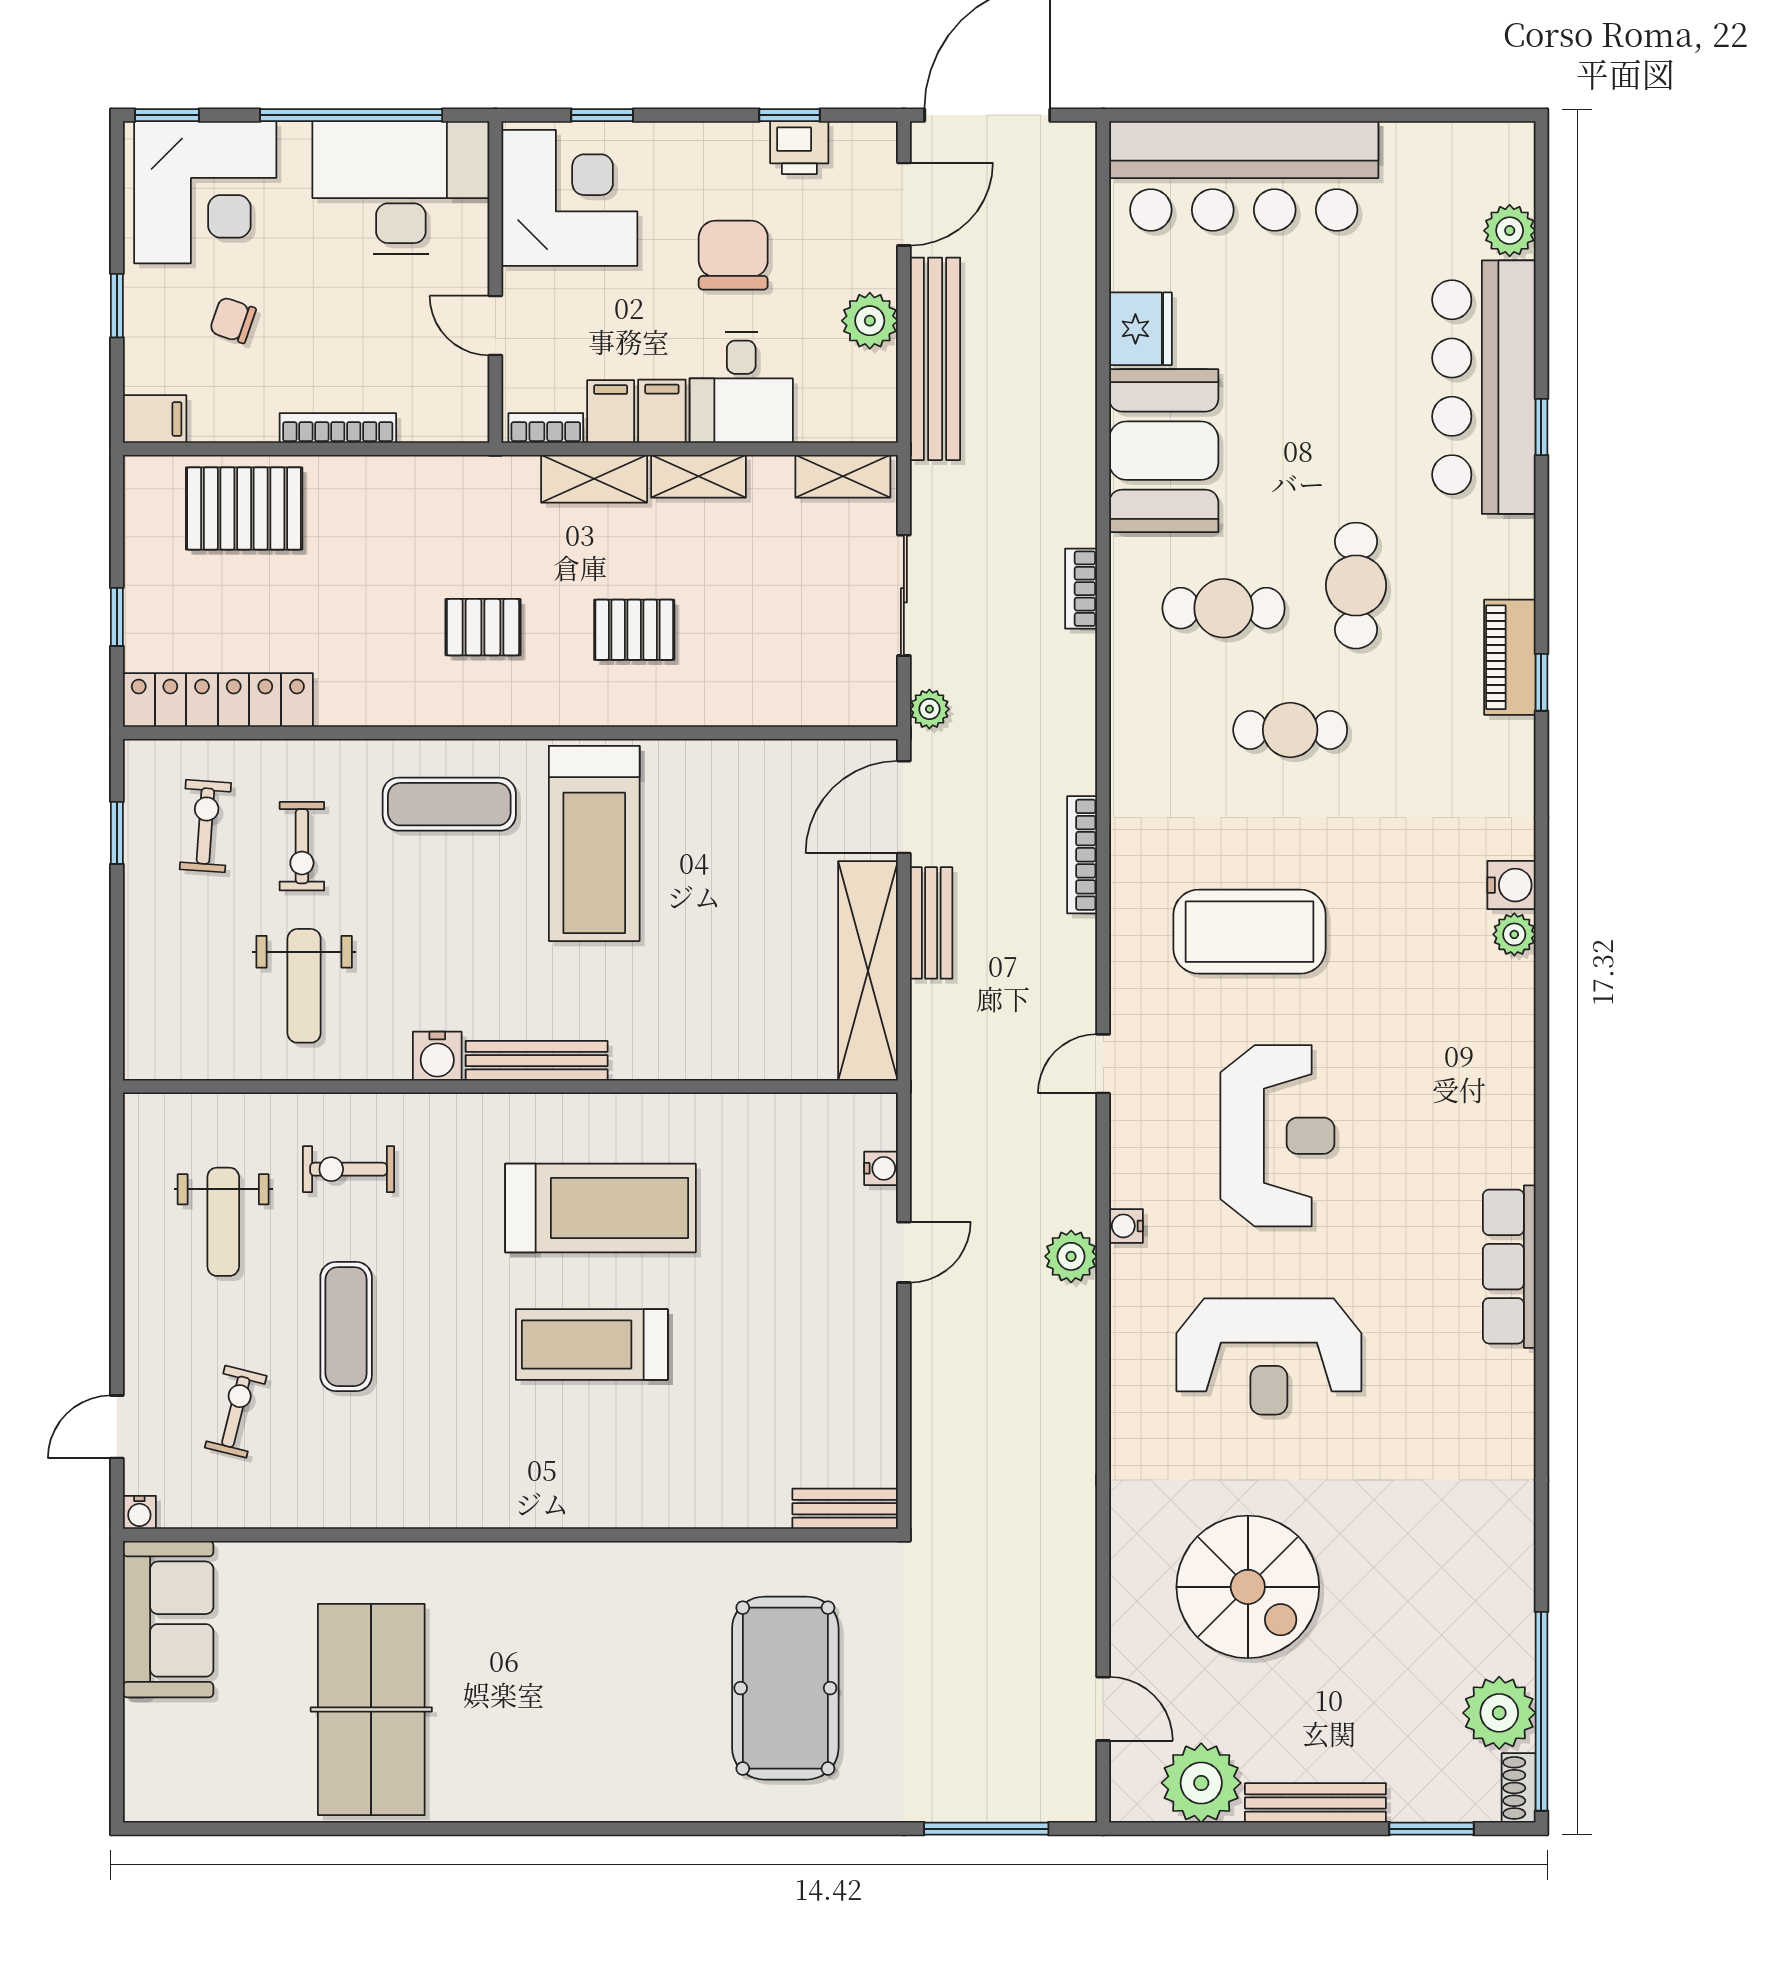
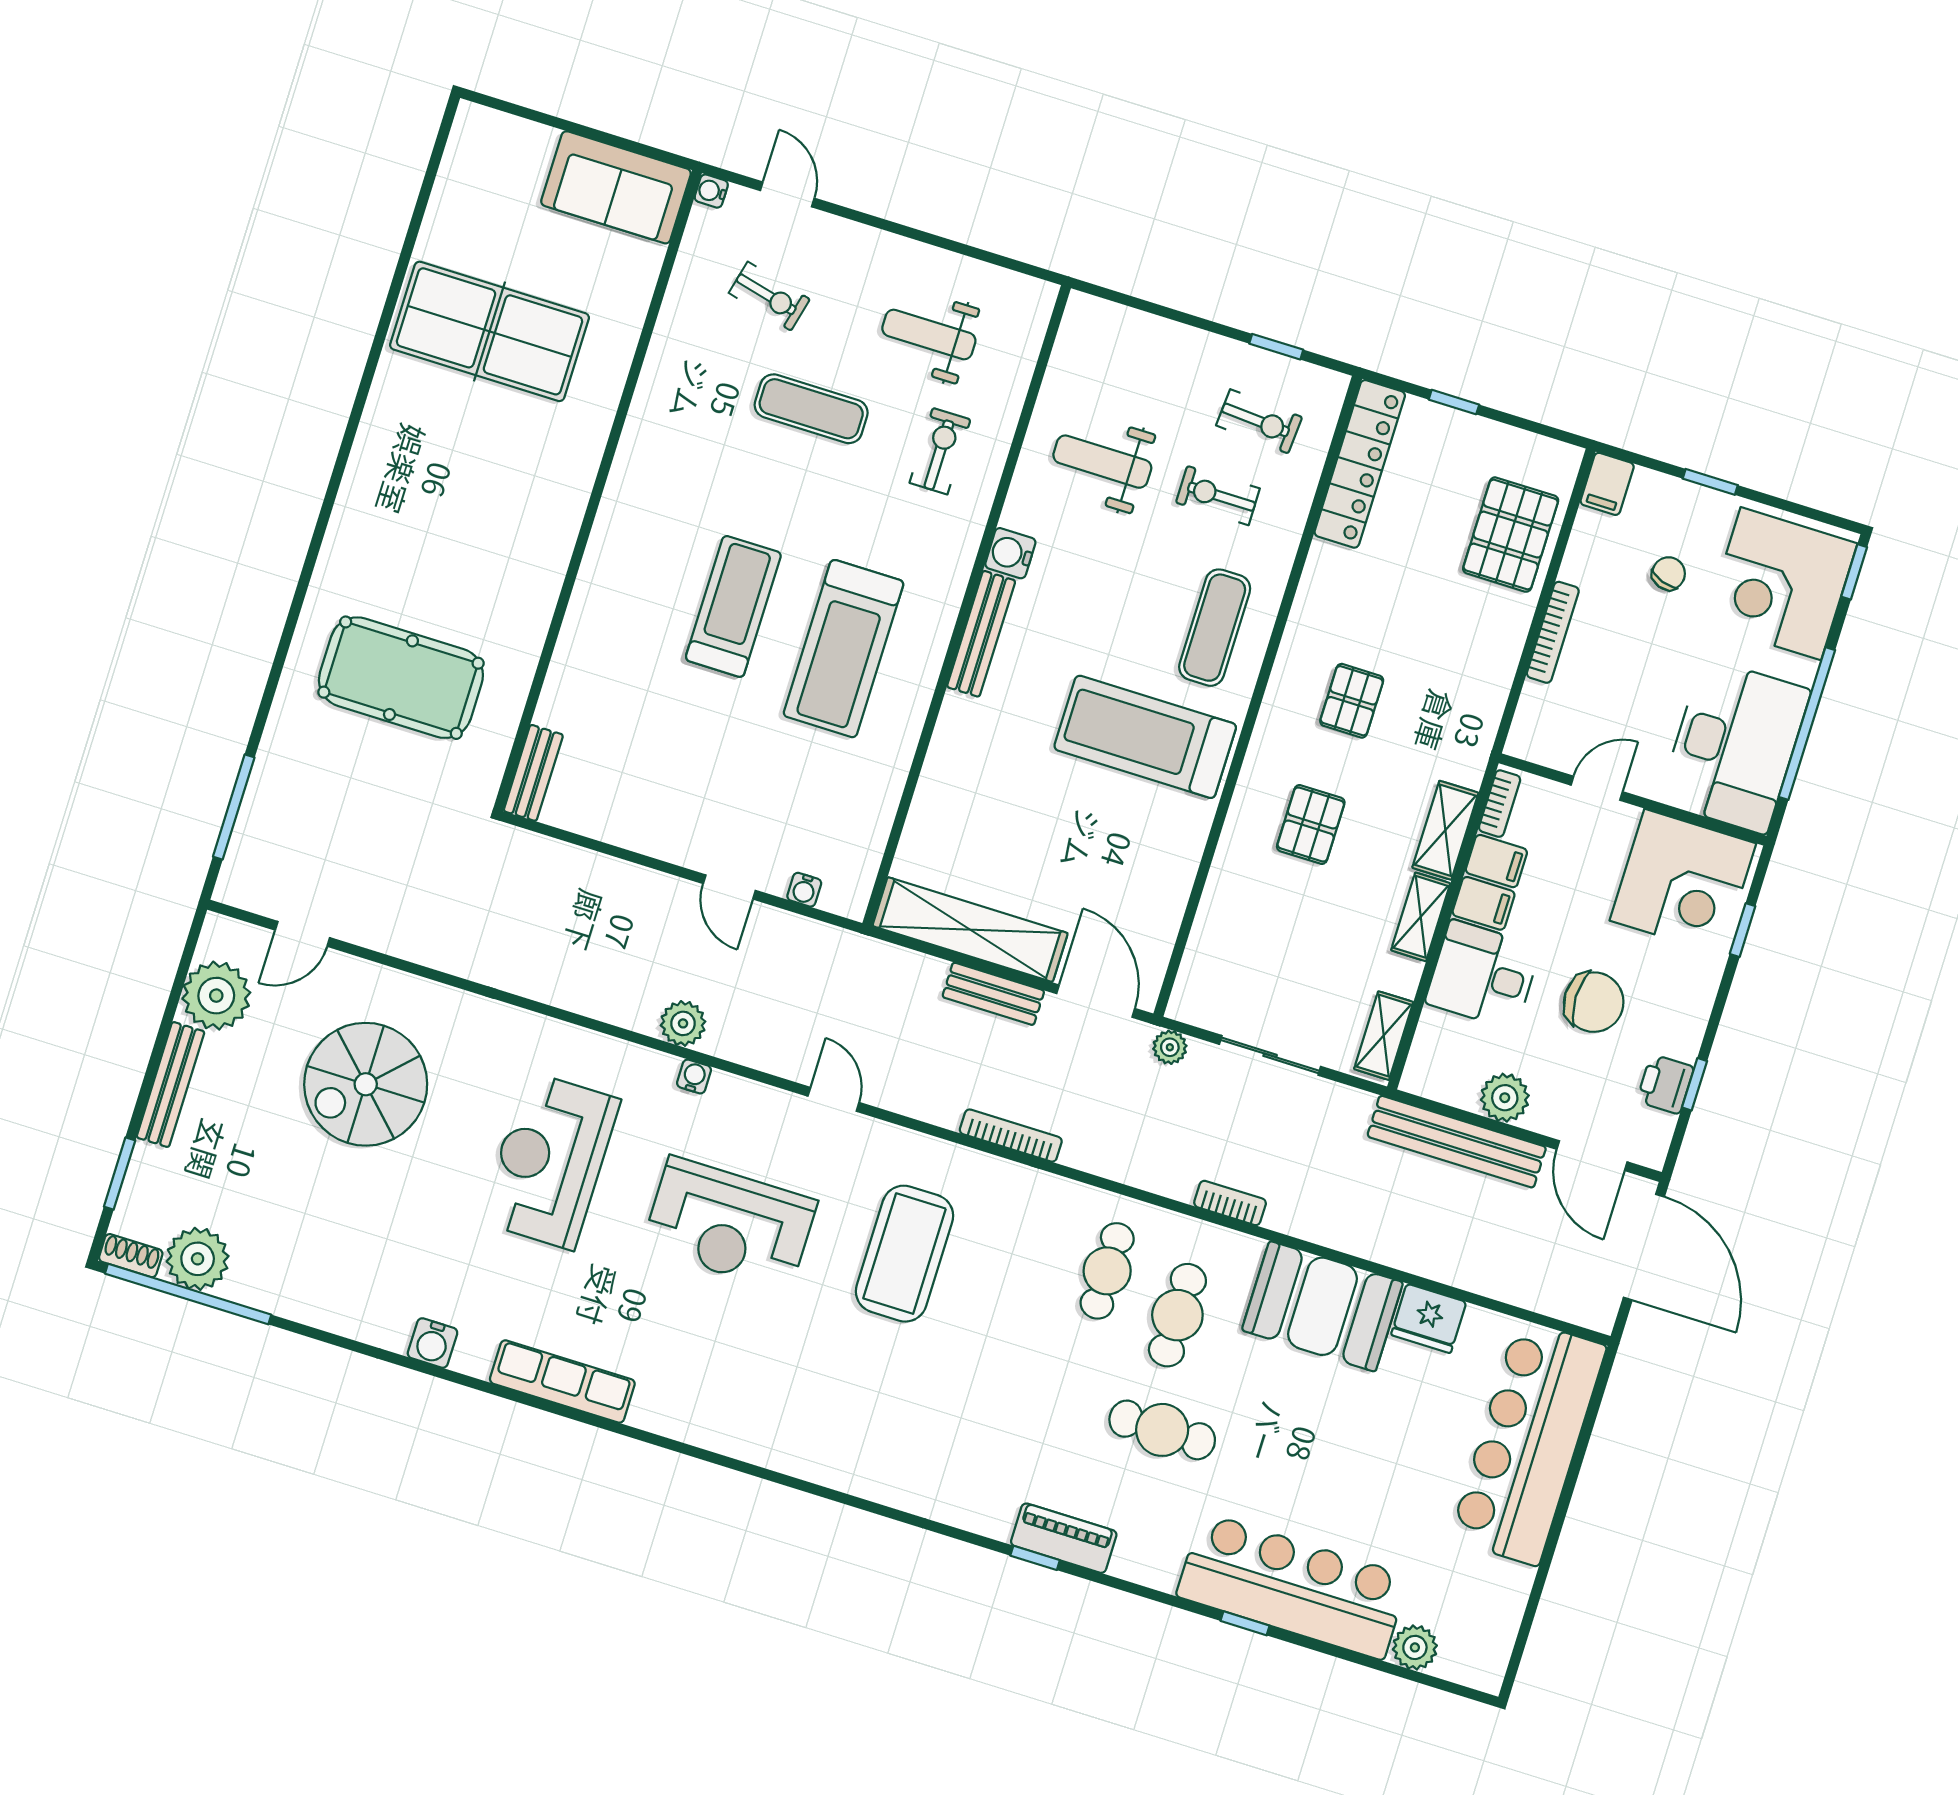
cafe table: (1290, 730) -> (1107, 1271), moved
water cooler: (1511, 885) -> (432, 1343), moved
plant: (1514, 934) -> (834, 1471), removed

